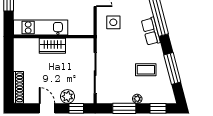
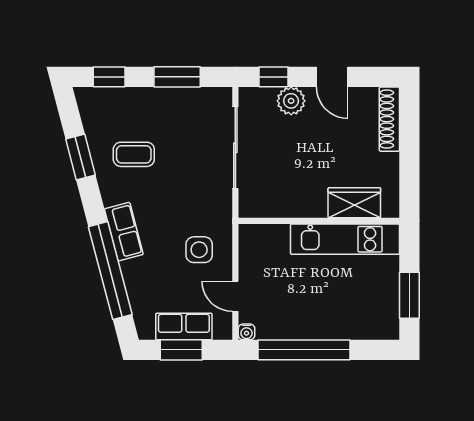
wardrobe: (52, 46) -> (354, 203), moved
window: (172, 68) -> (80, 157), width x0.69
plant: (137, 99) -> (151, 96), removed

